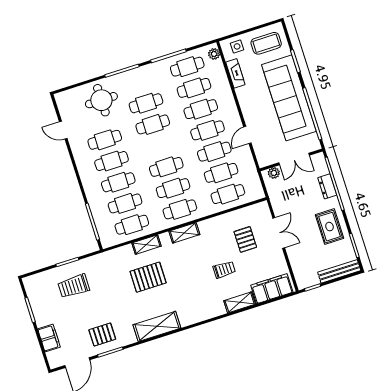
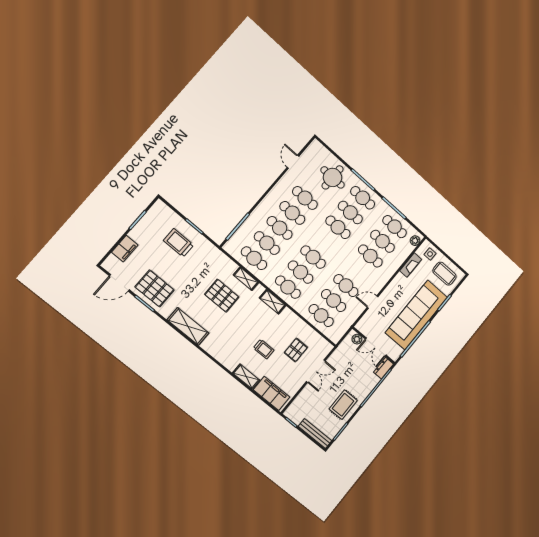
cafe table: (208, 130) -> (363, 198), moved
dresser: (327, 186) -> (383, 368), moved
pallet: (102, 334) -> (155, 288), width x1.50, depth x1.42

